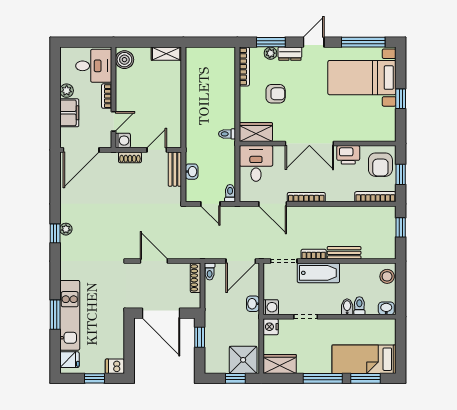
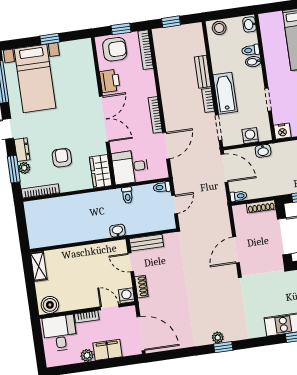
toilet: (227, 134) -> (127, 195), moved
washbasin: (192, 172) -> (117, 231), moved
shoe rack: (195, 278) -> (261, 206), moved
washing machine: (271, 307) -> (250, 136), moved

